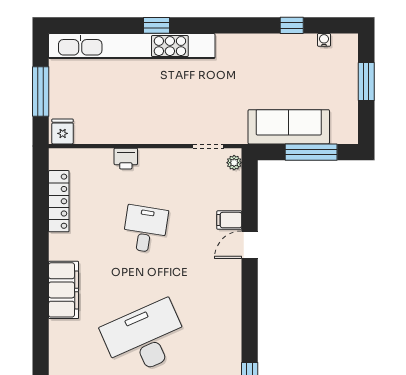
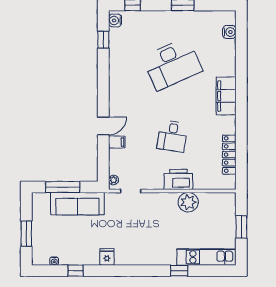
window: (157, 25) -> (179, 271), moved
kitchen unit: (132, 46) -> (206, 257), width x0.54
window: (41, 92) -> (241, 227), width x0.69
plant: (121, 129) -> (188, 202), added
fridge: (63, 131) -> (107, 257), moved, turned 180
printer: (126, 159) -> (178, 179), width x1.87, depth x1.48

